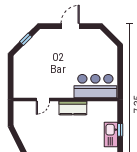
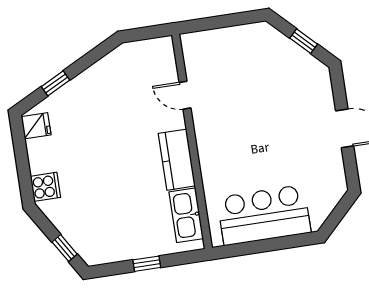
bar counter: (95, 86) -> (264, 215), moved, turned -90
kitchen sink: (111, 135) -> (186, 215), moved, turned -90

